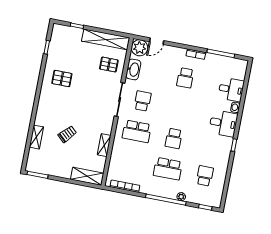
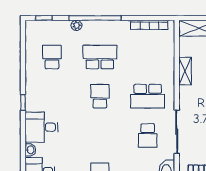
school desk: (137, 131) -> (148, 96), turned 180
school desk: (205, 176) -> (52, 57), turned 180

